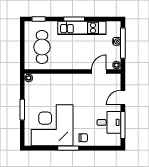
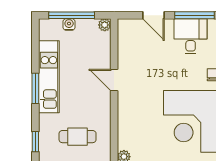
cafe table: (42, 47) -> (78, 137), width x0.73, depth x0.74
door: (99, 71) -> (114, 80), moved

